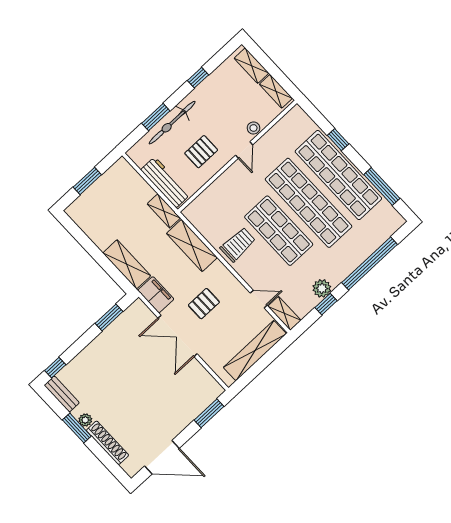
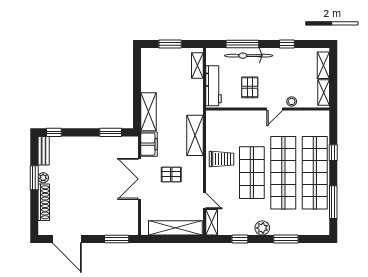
window: (156, 117) -> (242, 44), width x1.44
pallet: (201, 152) -> (250, 87), turned 90
shelving: (164, 211) -> (197, 65), moved
window: (370, 263) -> (286, 239), width x0.47
plant: (322, 288) -> (262, 228), moved

